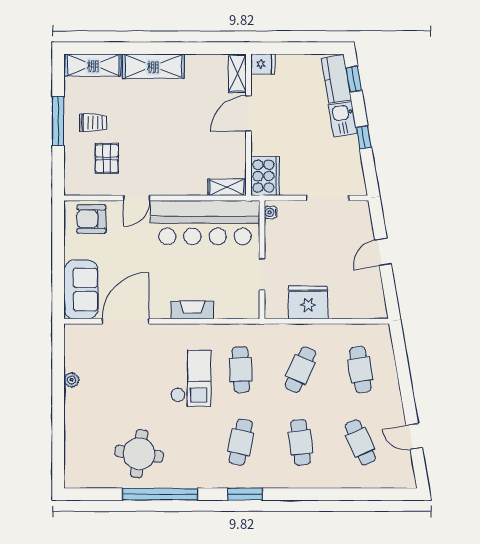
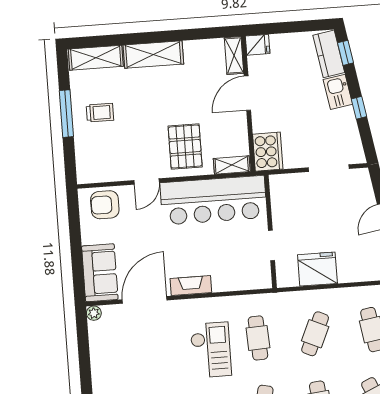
pallet: (107, 158) -> (185, 147), moved, width x1.50, depth x1.42
water cooler: (271, 212) -> (275, 186), removed
fireplace: (192, 310) -> (191, 286), moved
plant: (72, 380) -> (94, 313), moved

